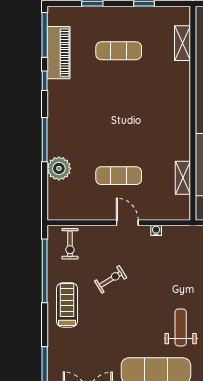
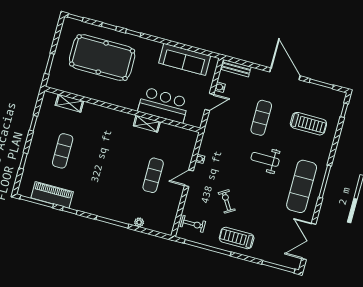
plant: (59, 168) -> (139, 222), width x0.53, depth x0.53
shelving: (183, 178) -> (147, 124), moved
weight bench: (181, 327) -> (265, 159), moved

